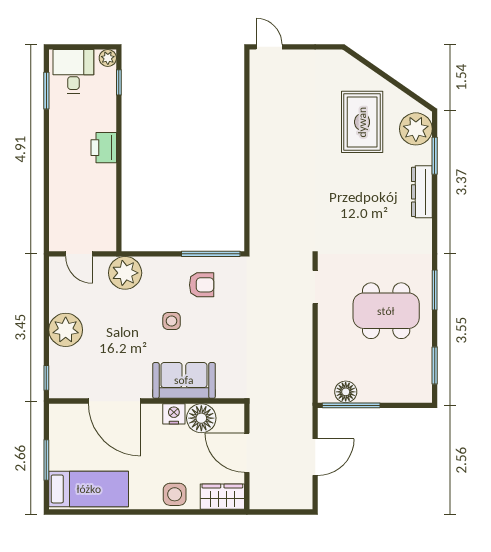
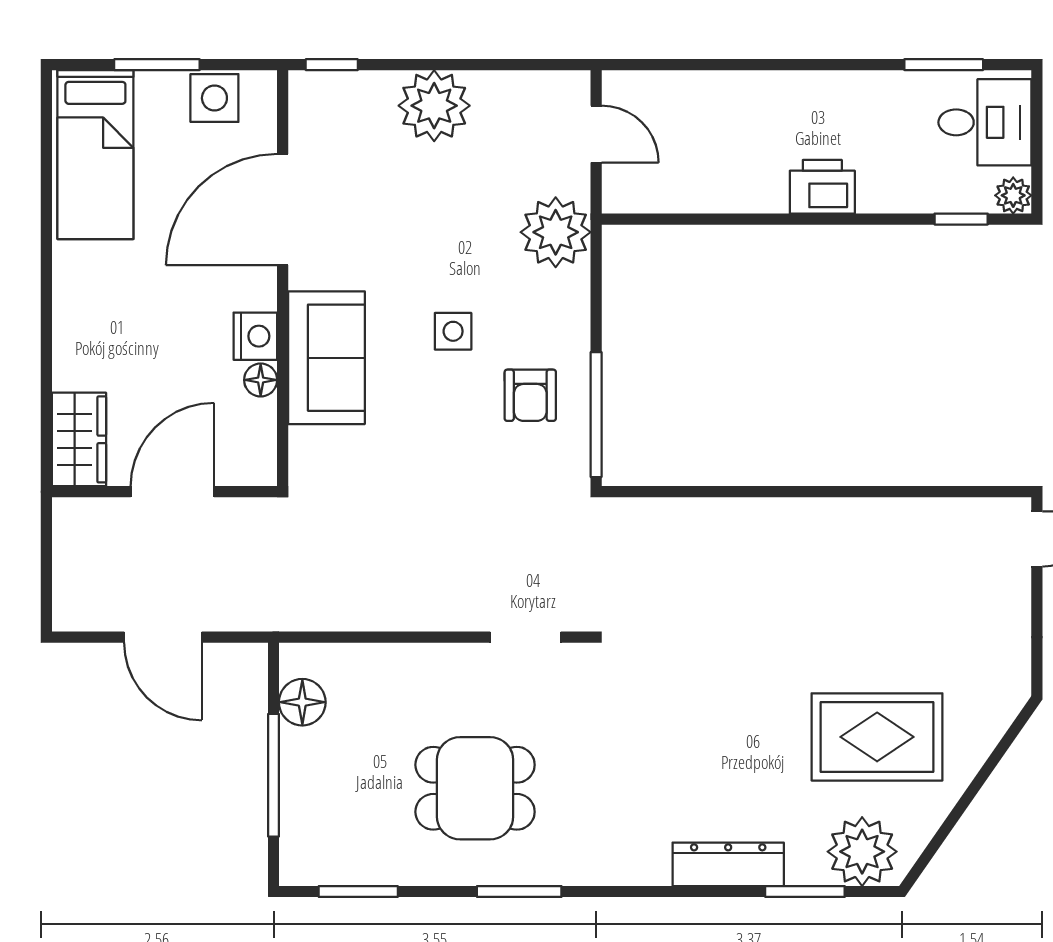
door: (79, 254) -> (596, 134), swing flipped
dining table: (386, 311) -> (475, 788), width x0.73
window: (351, 405) -> (274, 775), moved
floor lamp: (201, 418) -> (261, 380), width x0.53, depth x0.53
side table: (175, 494) -> (214, 98), moved

